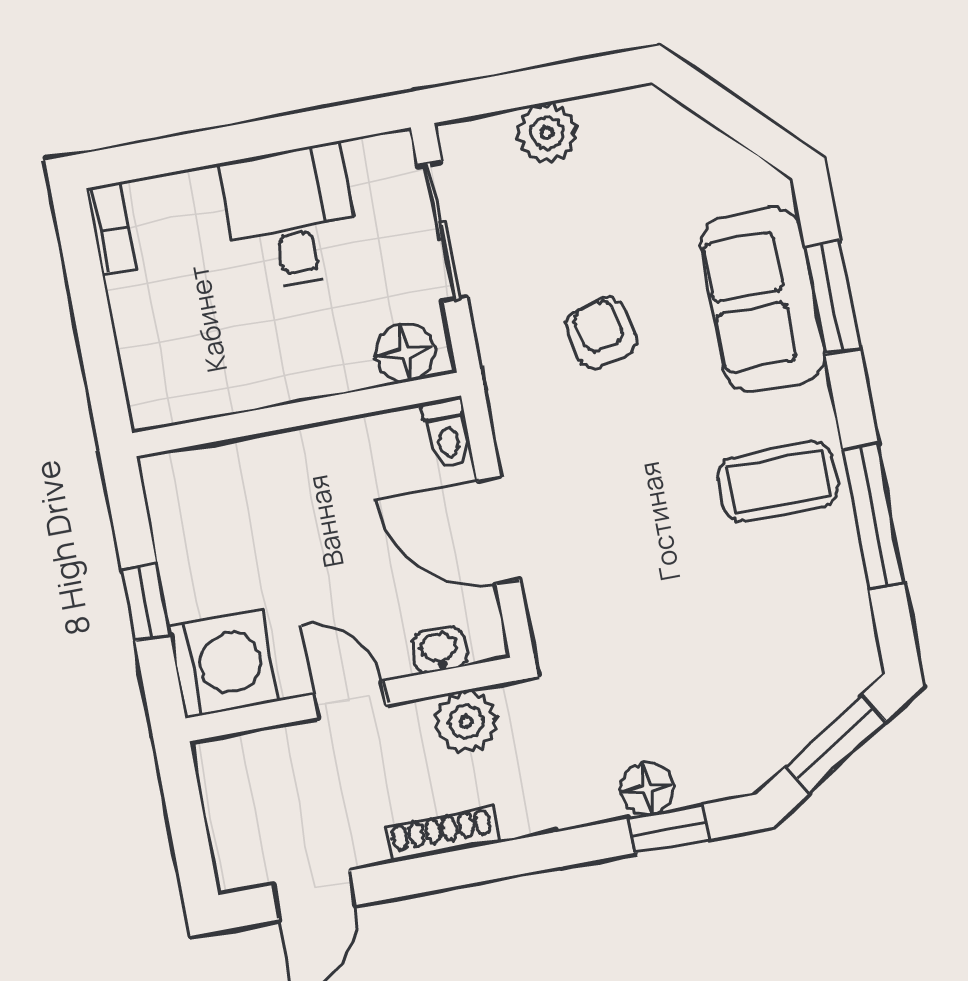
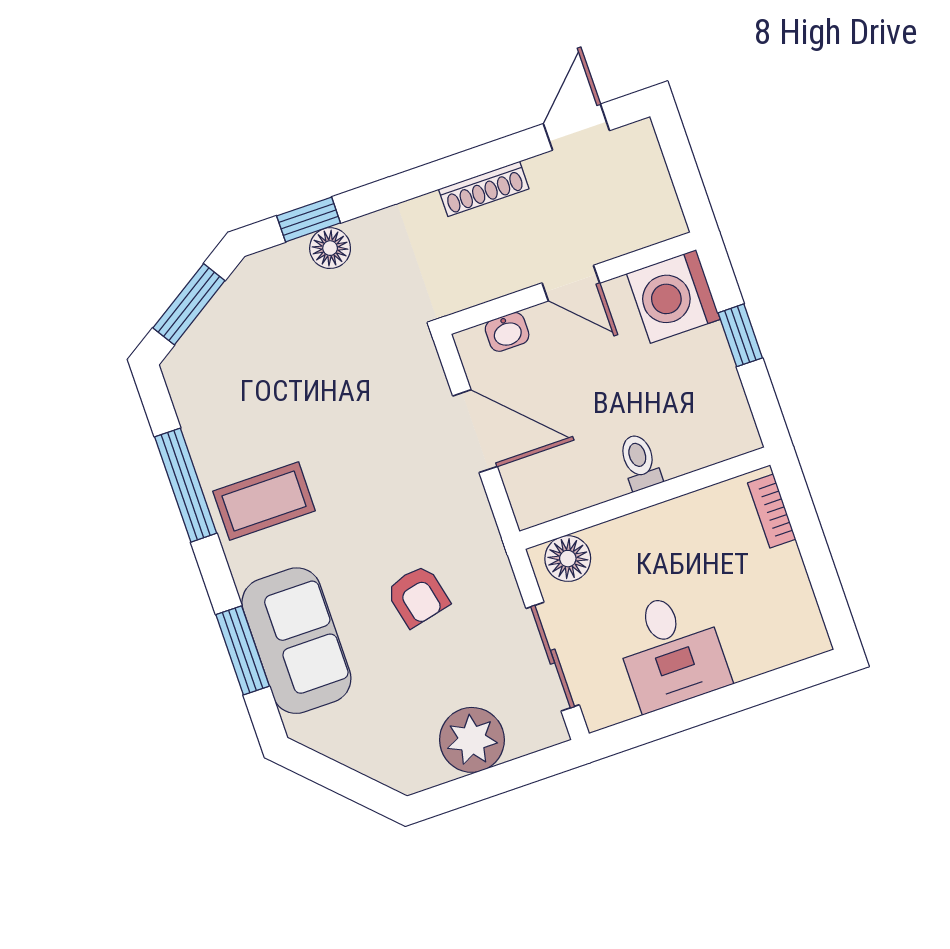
plant: (547, 133) -> (472, 740), width x1.36, depth x1.36
bookcase: (111, 228) -> (772, 511), moved
toilet: (447, 433) -> (640, 462), moved
plant: (466, 722) -> (478, 279), removed

